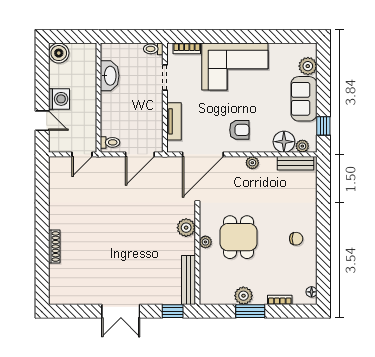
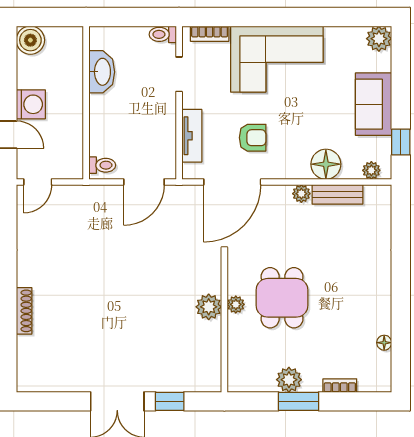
plant: (308, 66) -> (379, 39), moved
armchair: (239, 130) -> (253, 138), moved
floor lamp: (284, 142) -> (326, 164), moved
door: (82, 154) -> (38, 182), moved
bench: (295, 163) -> (337, 194), moved
plant: (186, 228) -> (209, 307), moved
chair: (296, 239) -> (363, 300), removed
bench: (188, 280) -> (212, 358), removed
floor lamp: (312, 292) -> (384, 343), moved
window: (173, 311) -> (170, 401), moved

